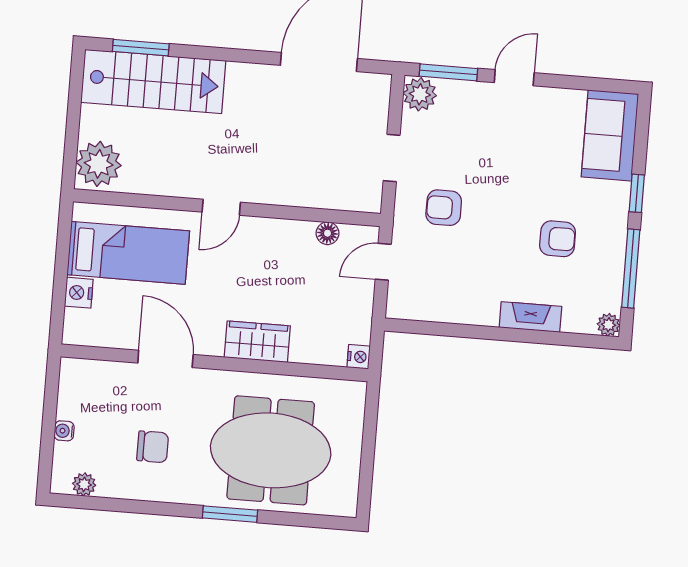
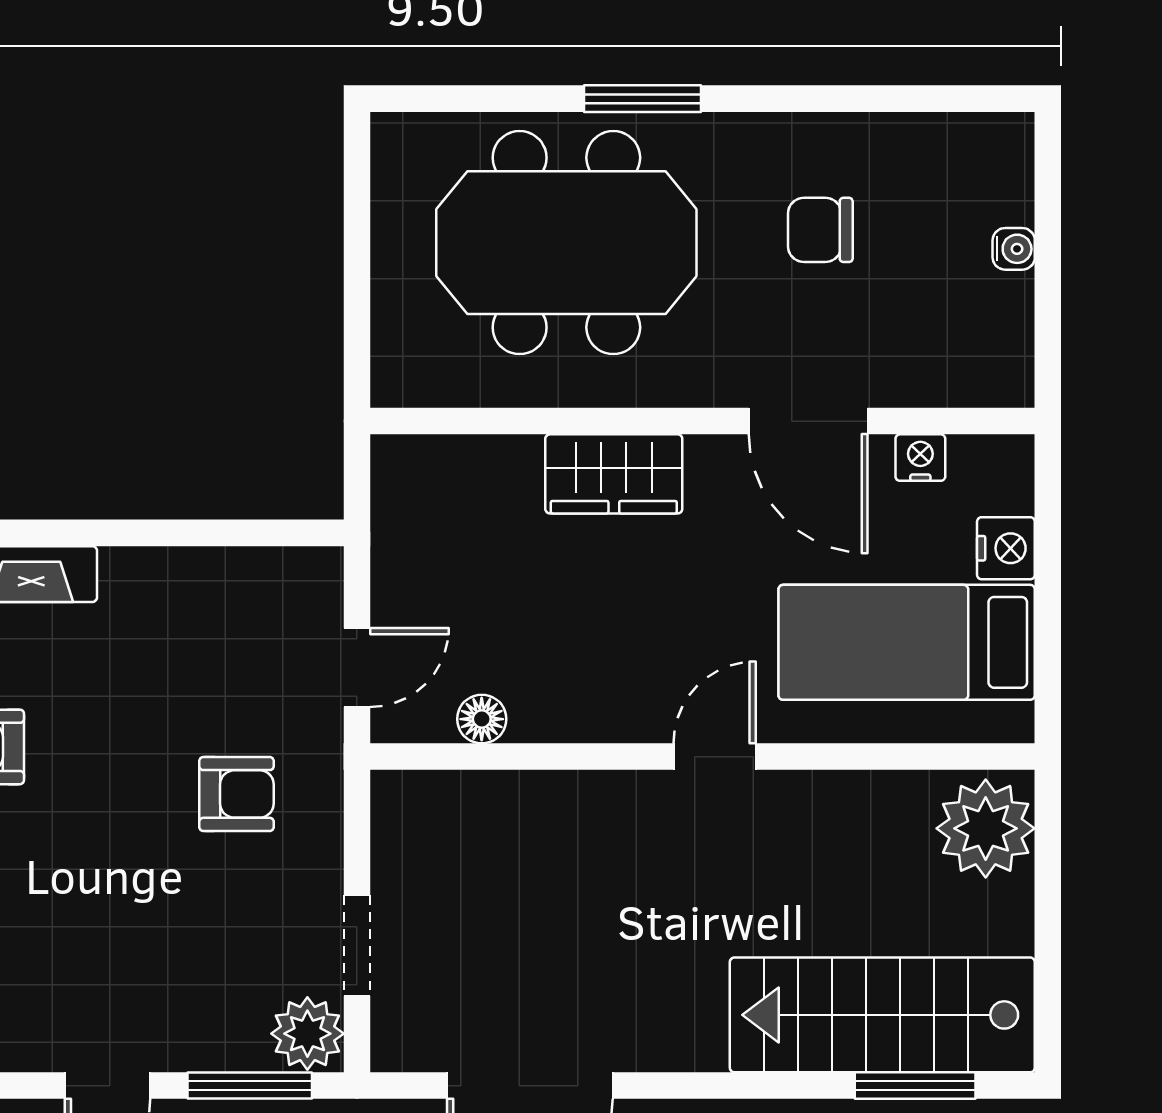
doorway: (392, 158) -> (357, 945), moved
nightstand: (359, 357) -> (920, 458), moved, turned 90
plant: (84, 484) -> (961, 137), removed

